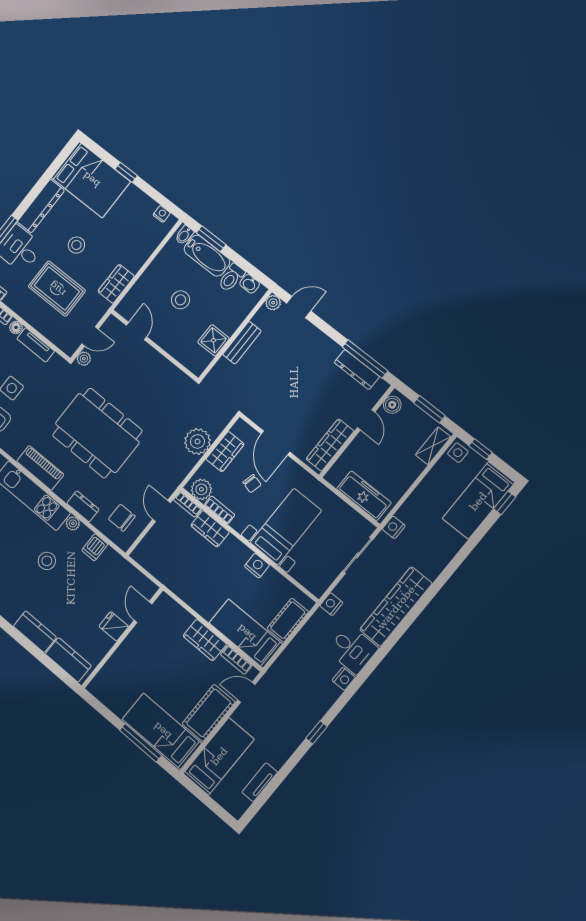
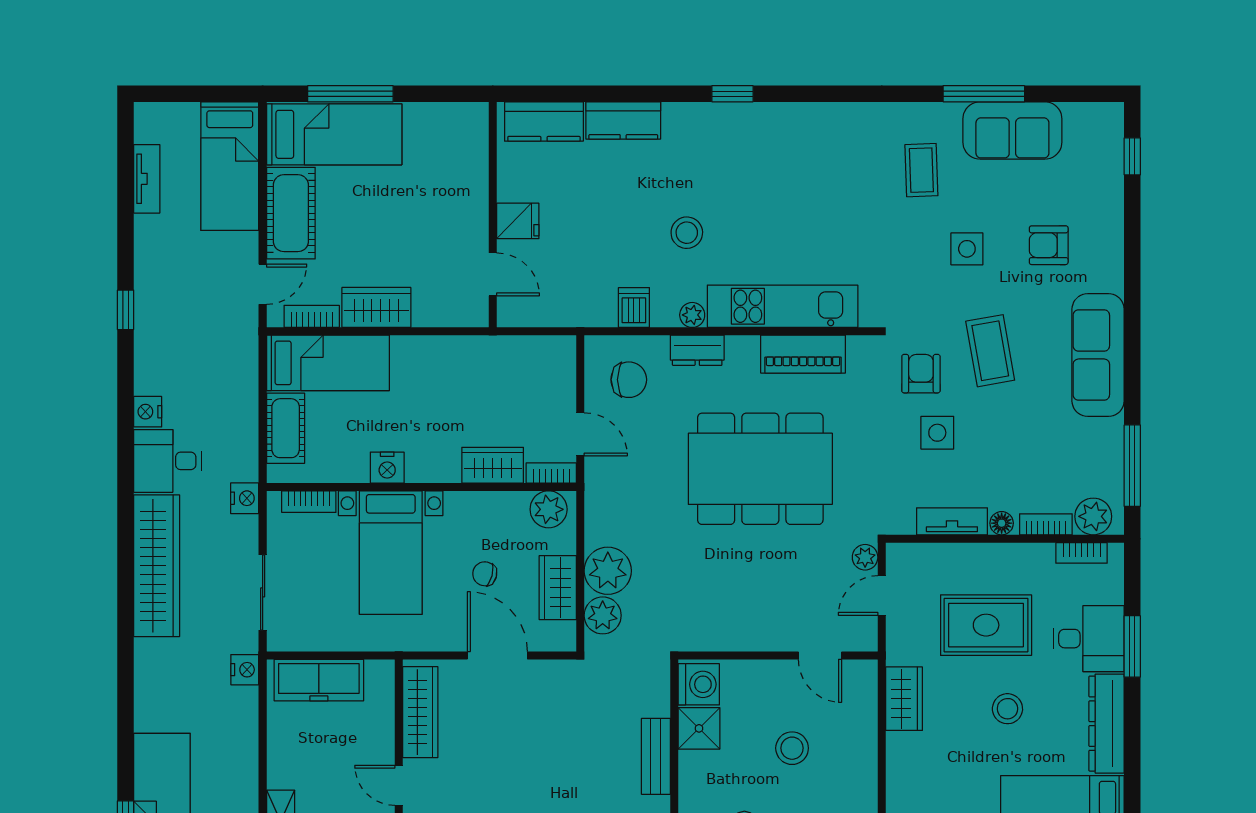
washing machine: (198, 360) -> (699, 684), added
plant: (215, 424) -> (603, 615), added
bookcase: (220, 510) -> (309, 502), moved

